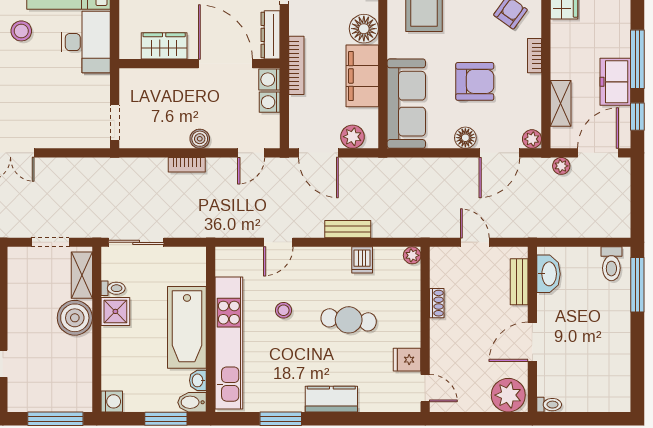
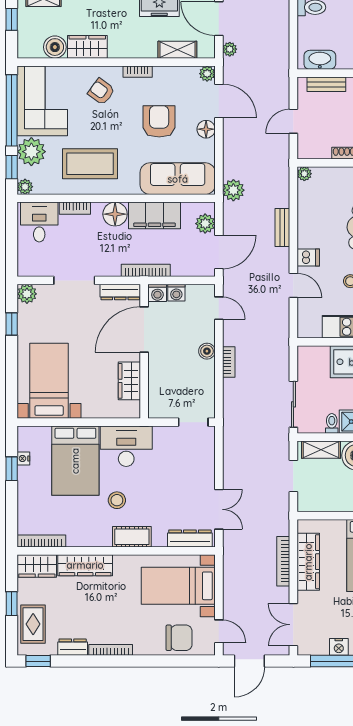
plant: (392, 170) -> (233, 190), added
dishwasher: (362, 260) -> (308, 257), moved

